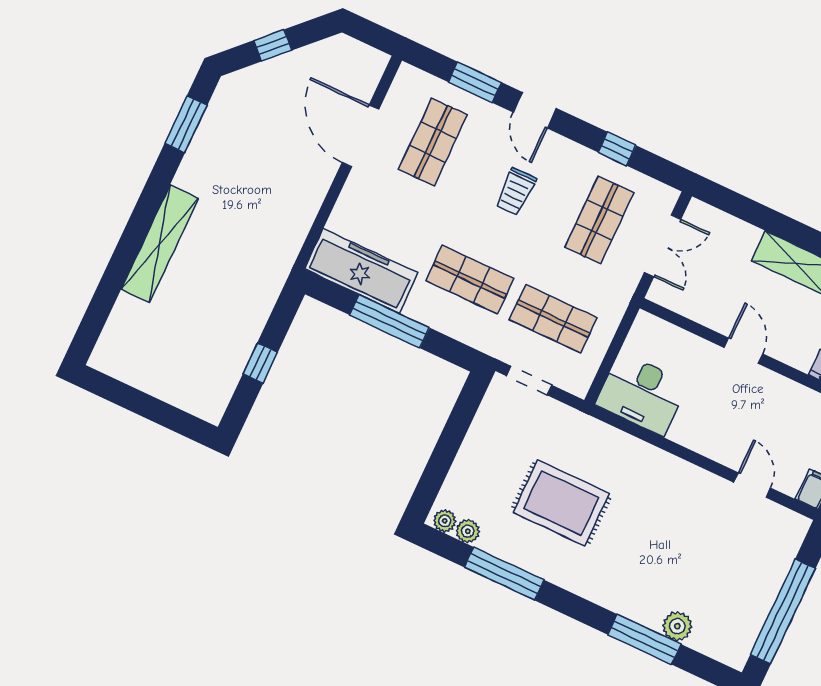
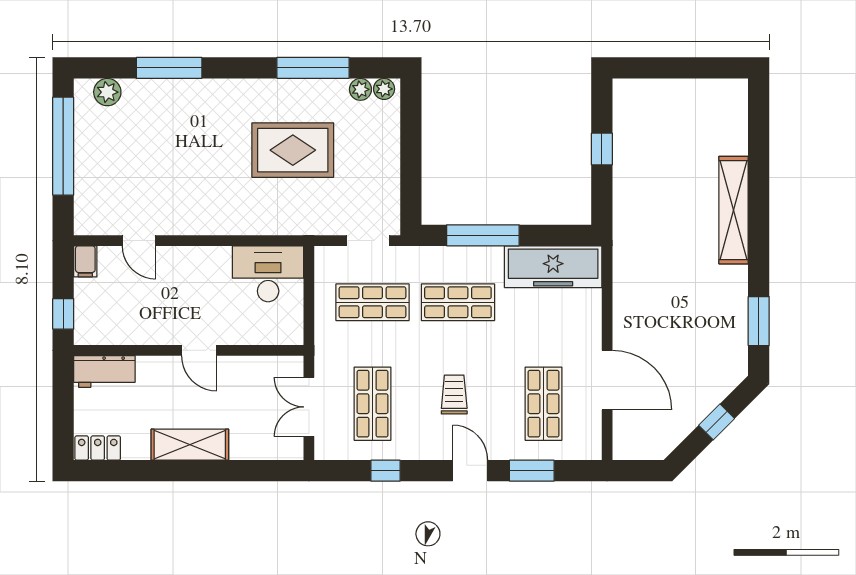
window: (389, 321) -> (483, 235), moved
plant: (677, 626) -> (107, 92), moved

